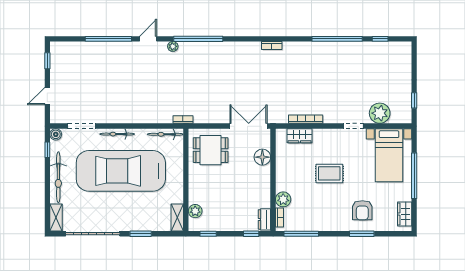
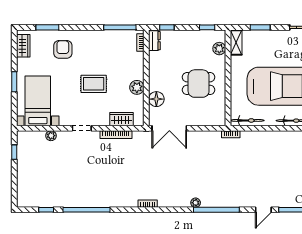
plant: (173, 46) -> (196, 203), moved
plant: (380, 113) -> (51, 136), width x0.53, depth x0.53
doorway: (353, 126) -> (82, 128), moved
dining table: (211, 150) -> (199, 84), moved
window: (414, 176) -> (14, 82), width x0.47
plant: (283, 199) -> (137, 87), moved
window: (141, 234) -> (260, 27), moved
window: (362, 234) -> (47, 27), moved

